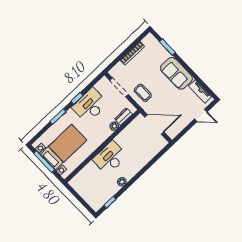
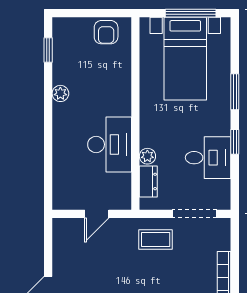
desk: (90, 105) -> (208, 158), width x0.73
door: (154, 124) -> (97, 214), width x0.53
desk: (110, 158) -> (110, 144), moved
armchair: (82, 187) -> (106, 32), added

